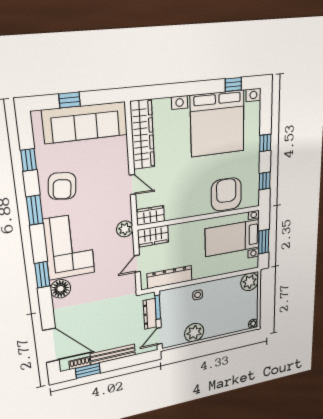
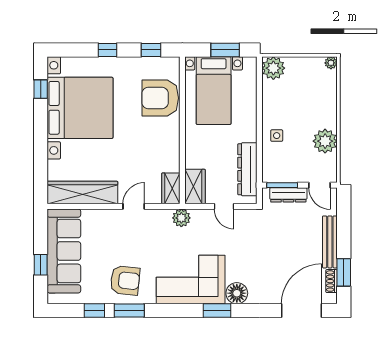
window: (35, 210) -> (129, 310), moved

